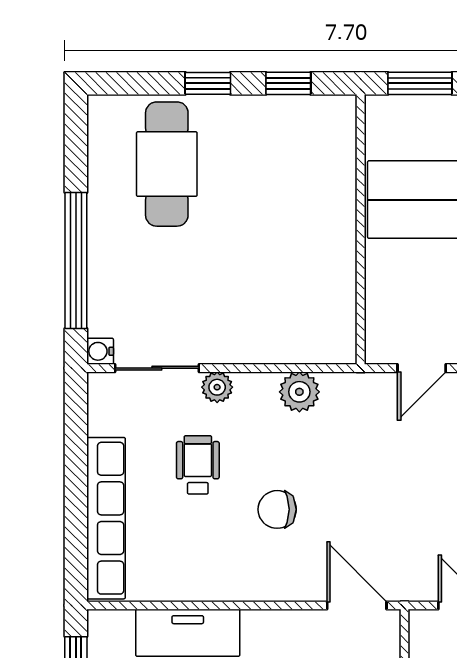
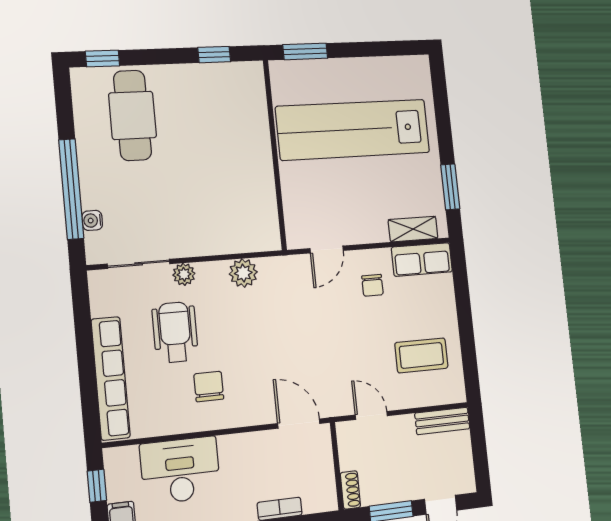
window: (208, 83) -> (102, 59), moved
water cooler: (100, 351) -> (92, 220), moved
wheelchair: (198, 465) -> (175, 332), width x1.36, depth x1.37
chair: (277, 509) -> (209, 386), moved, turned 90

